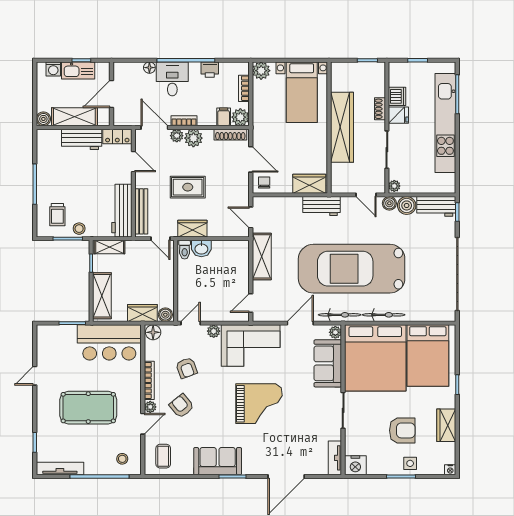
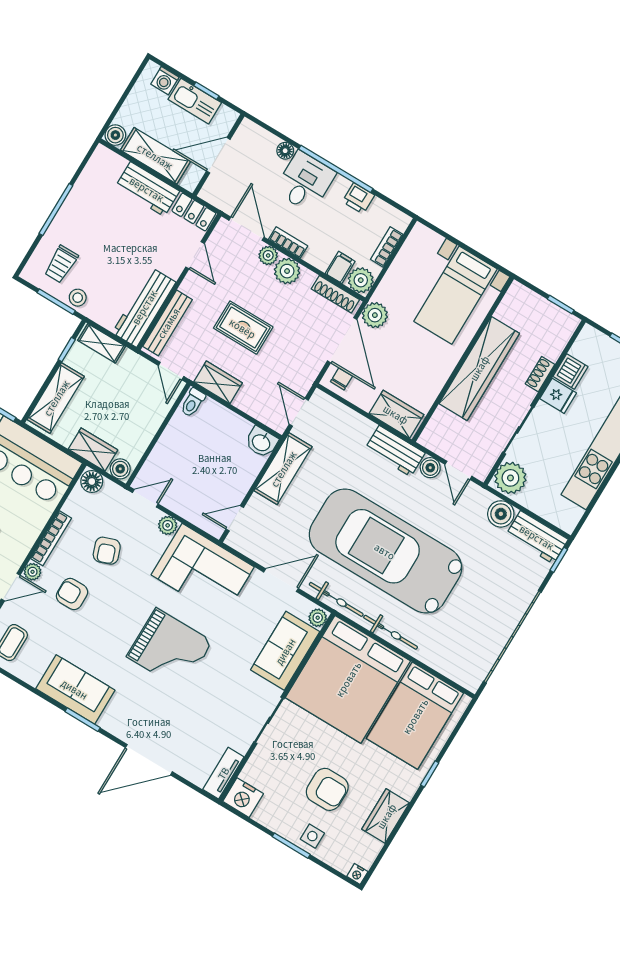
plant: (261, 71) -> (375, 315), moved
door: (251, 159) -> (342, 340), width x1.36
plant: (394, 186) -> (510, 478), width x1.88, depth x1.88
boiler: (389, 203) -> (430, 468), moved
washbasin: (201, 248) -> (261, 442), moved
armchair: (182, 406) -> (72, 594), turned -51

